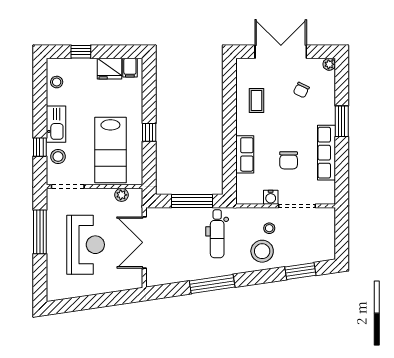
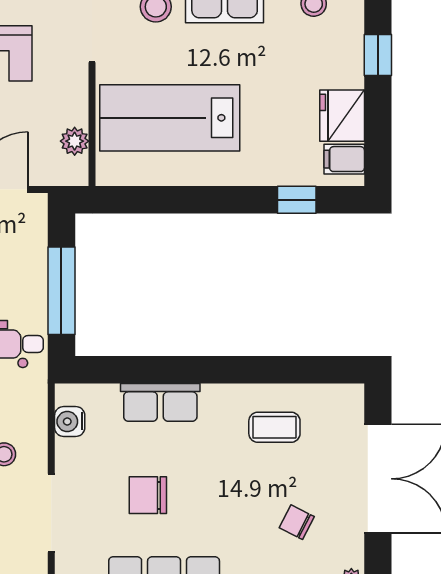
window: (149, 132) -> (297, 200), moved
water cooler: (271, 197) -> (70, 421), moved

